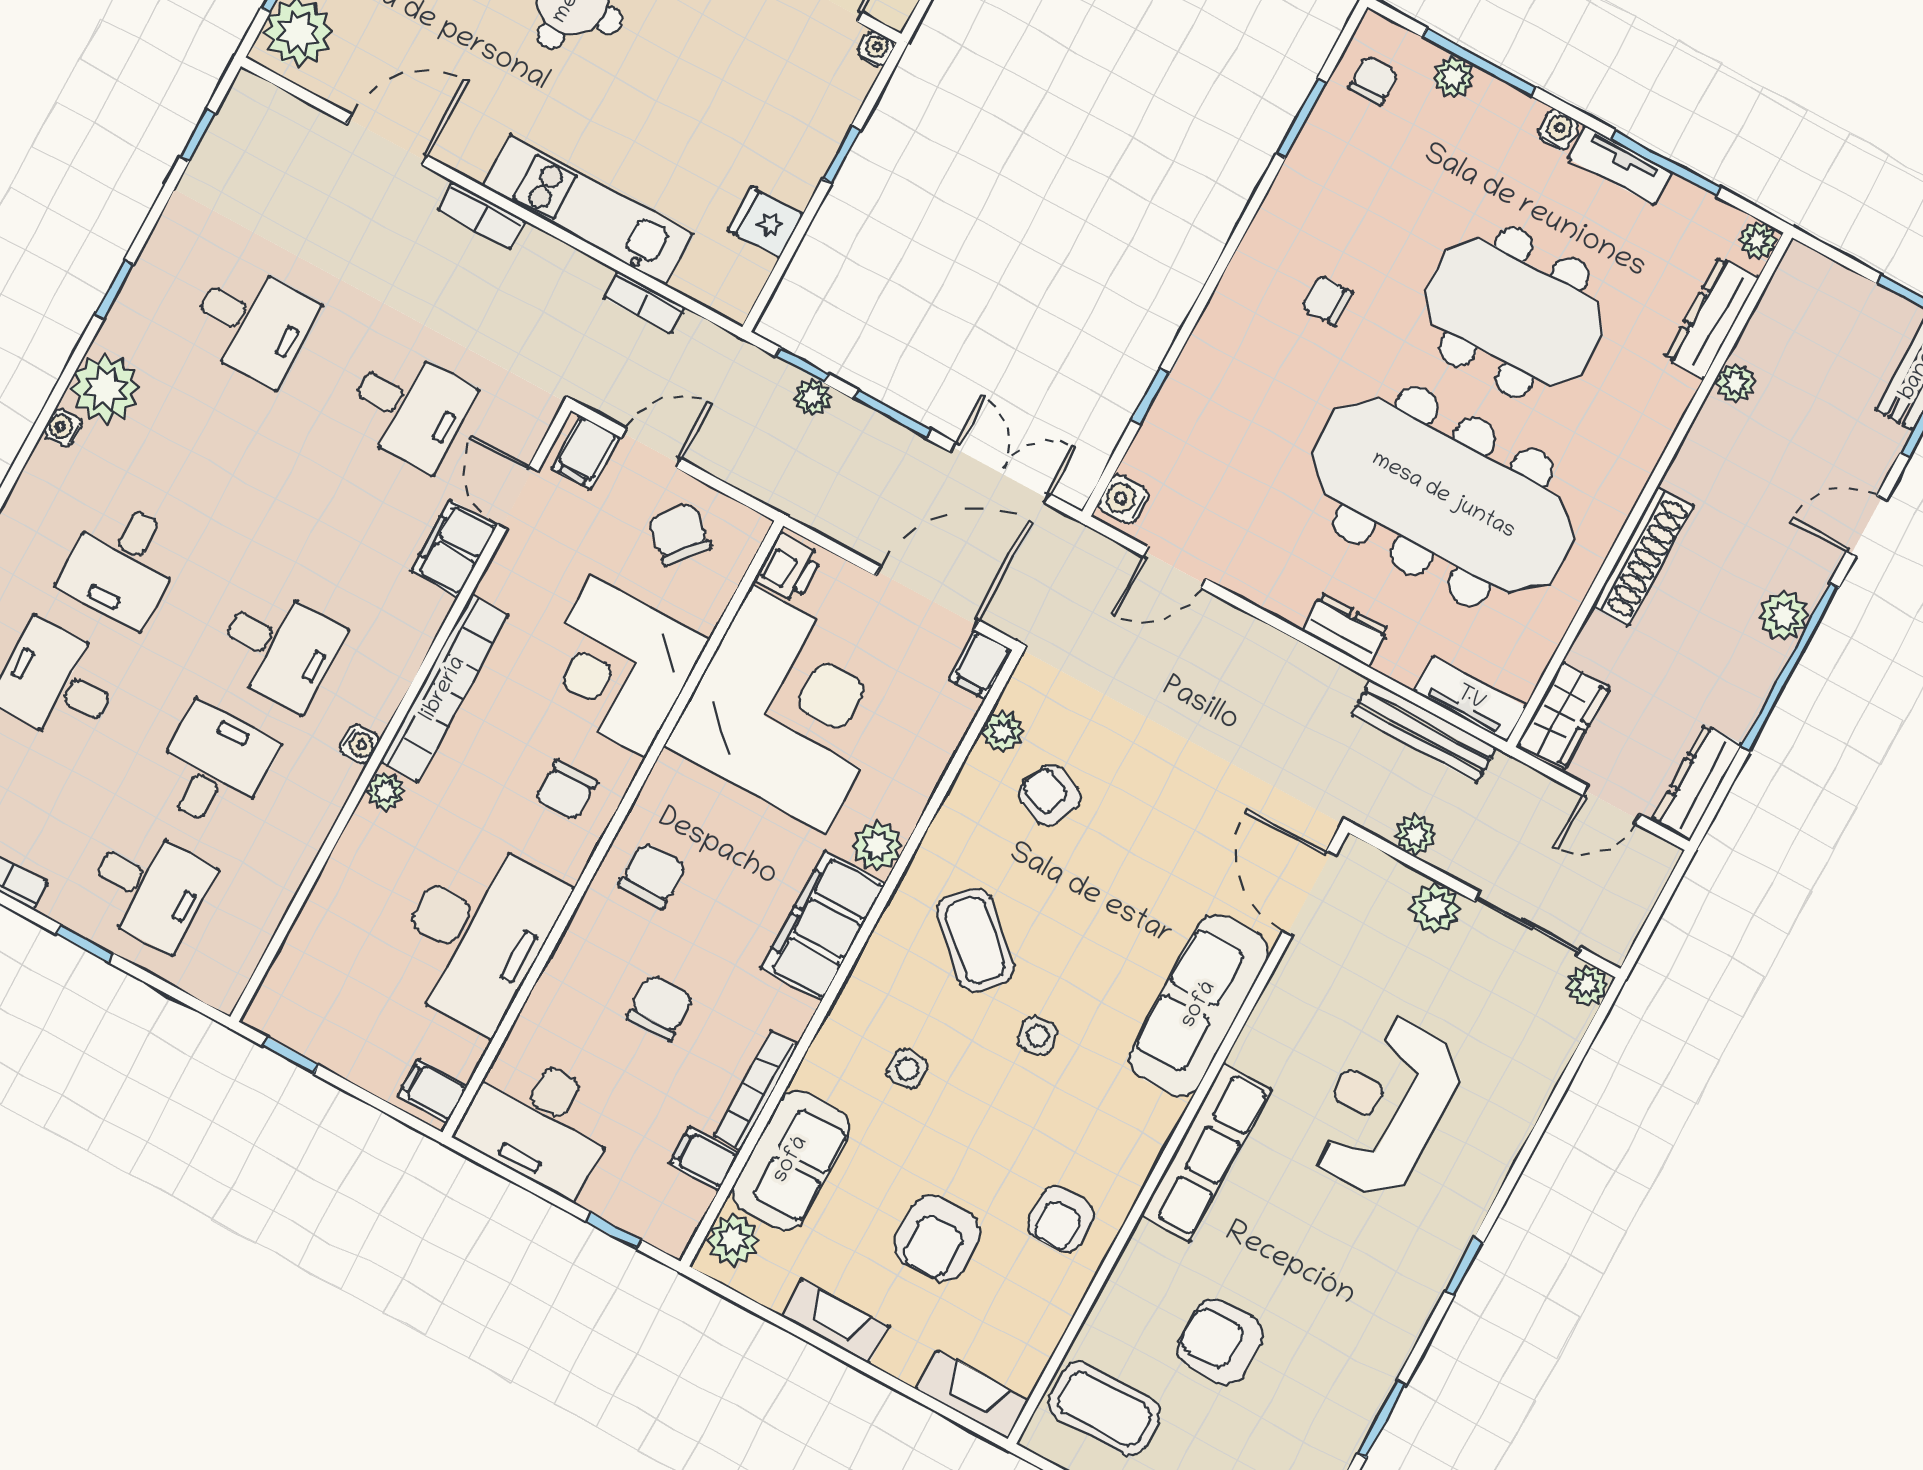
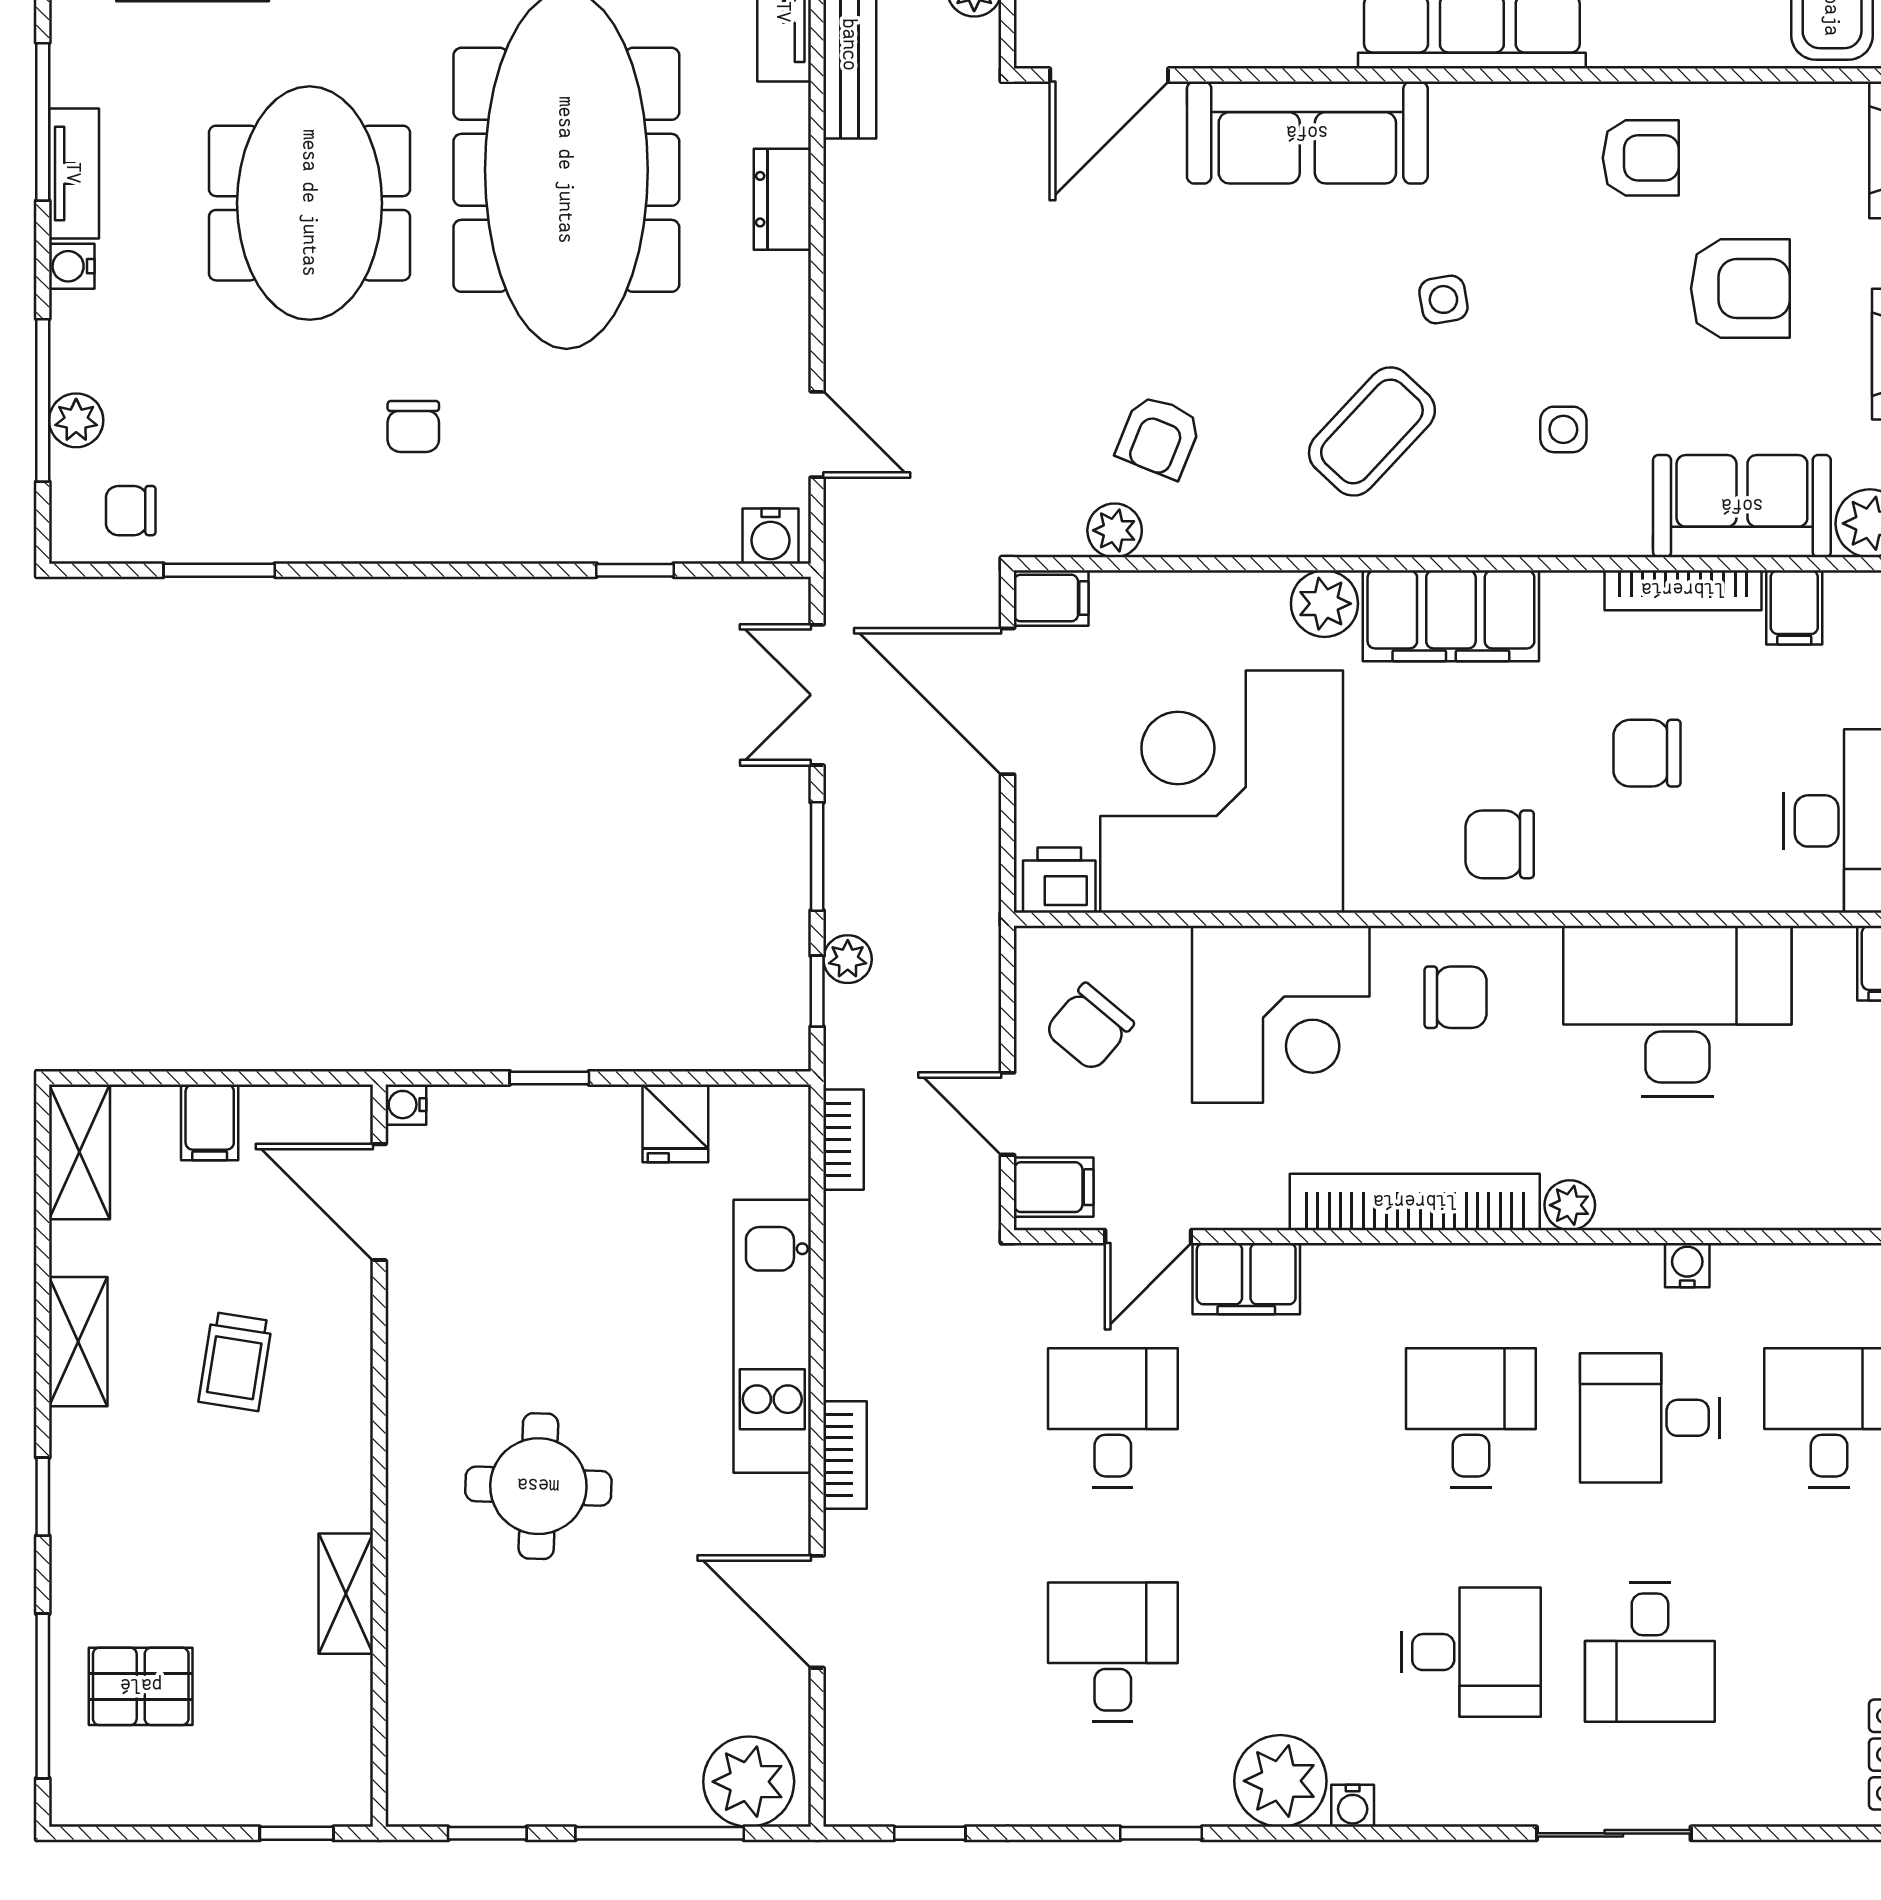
bookcase: (644, 302) -> (844, 1140), moved
water cooler: (359, 744) -> (1687, 1265), moved

